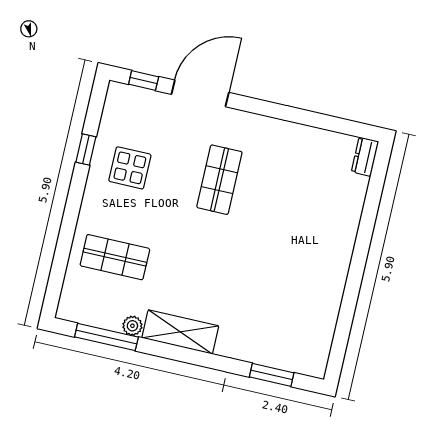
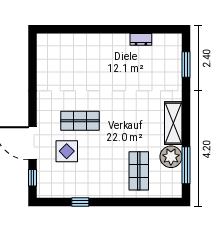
dresser: (365, 157) -> (141, 39), moved
display table: (130, 168) -> (67, 151), moved
plant: (132, 326) -> (171, 157), width x1.88, depth x1.88

